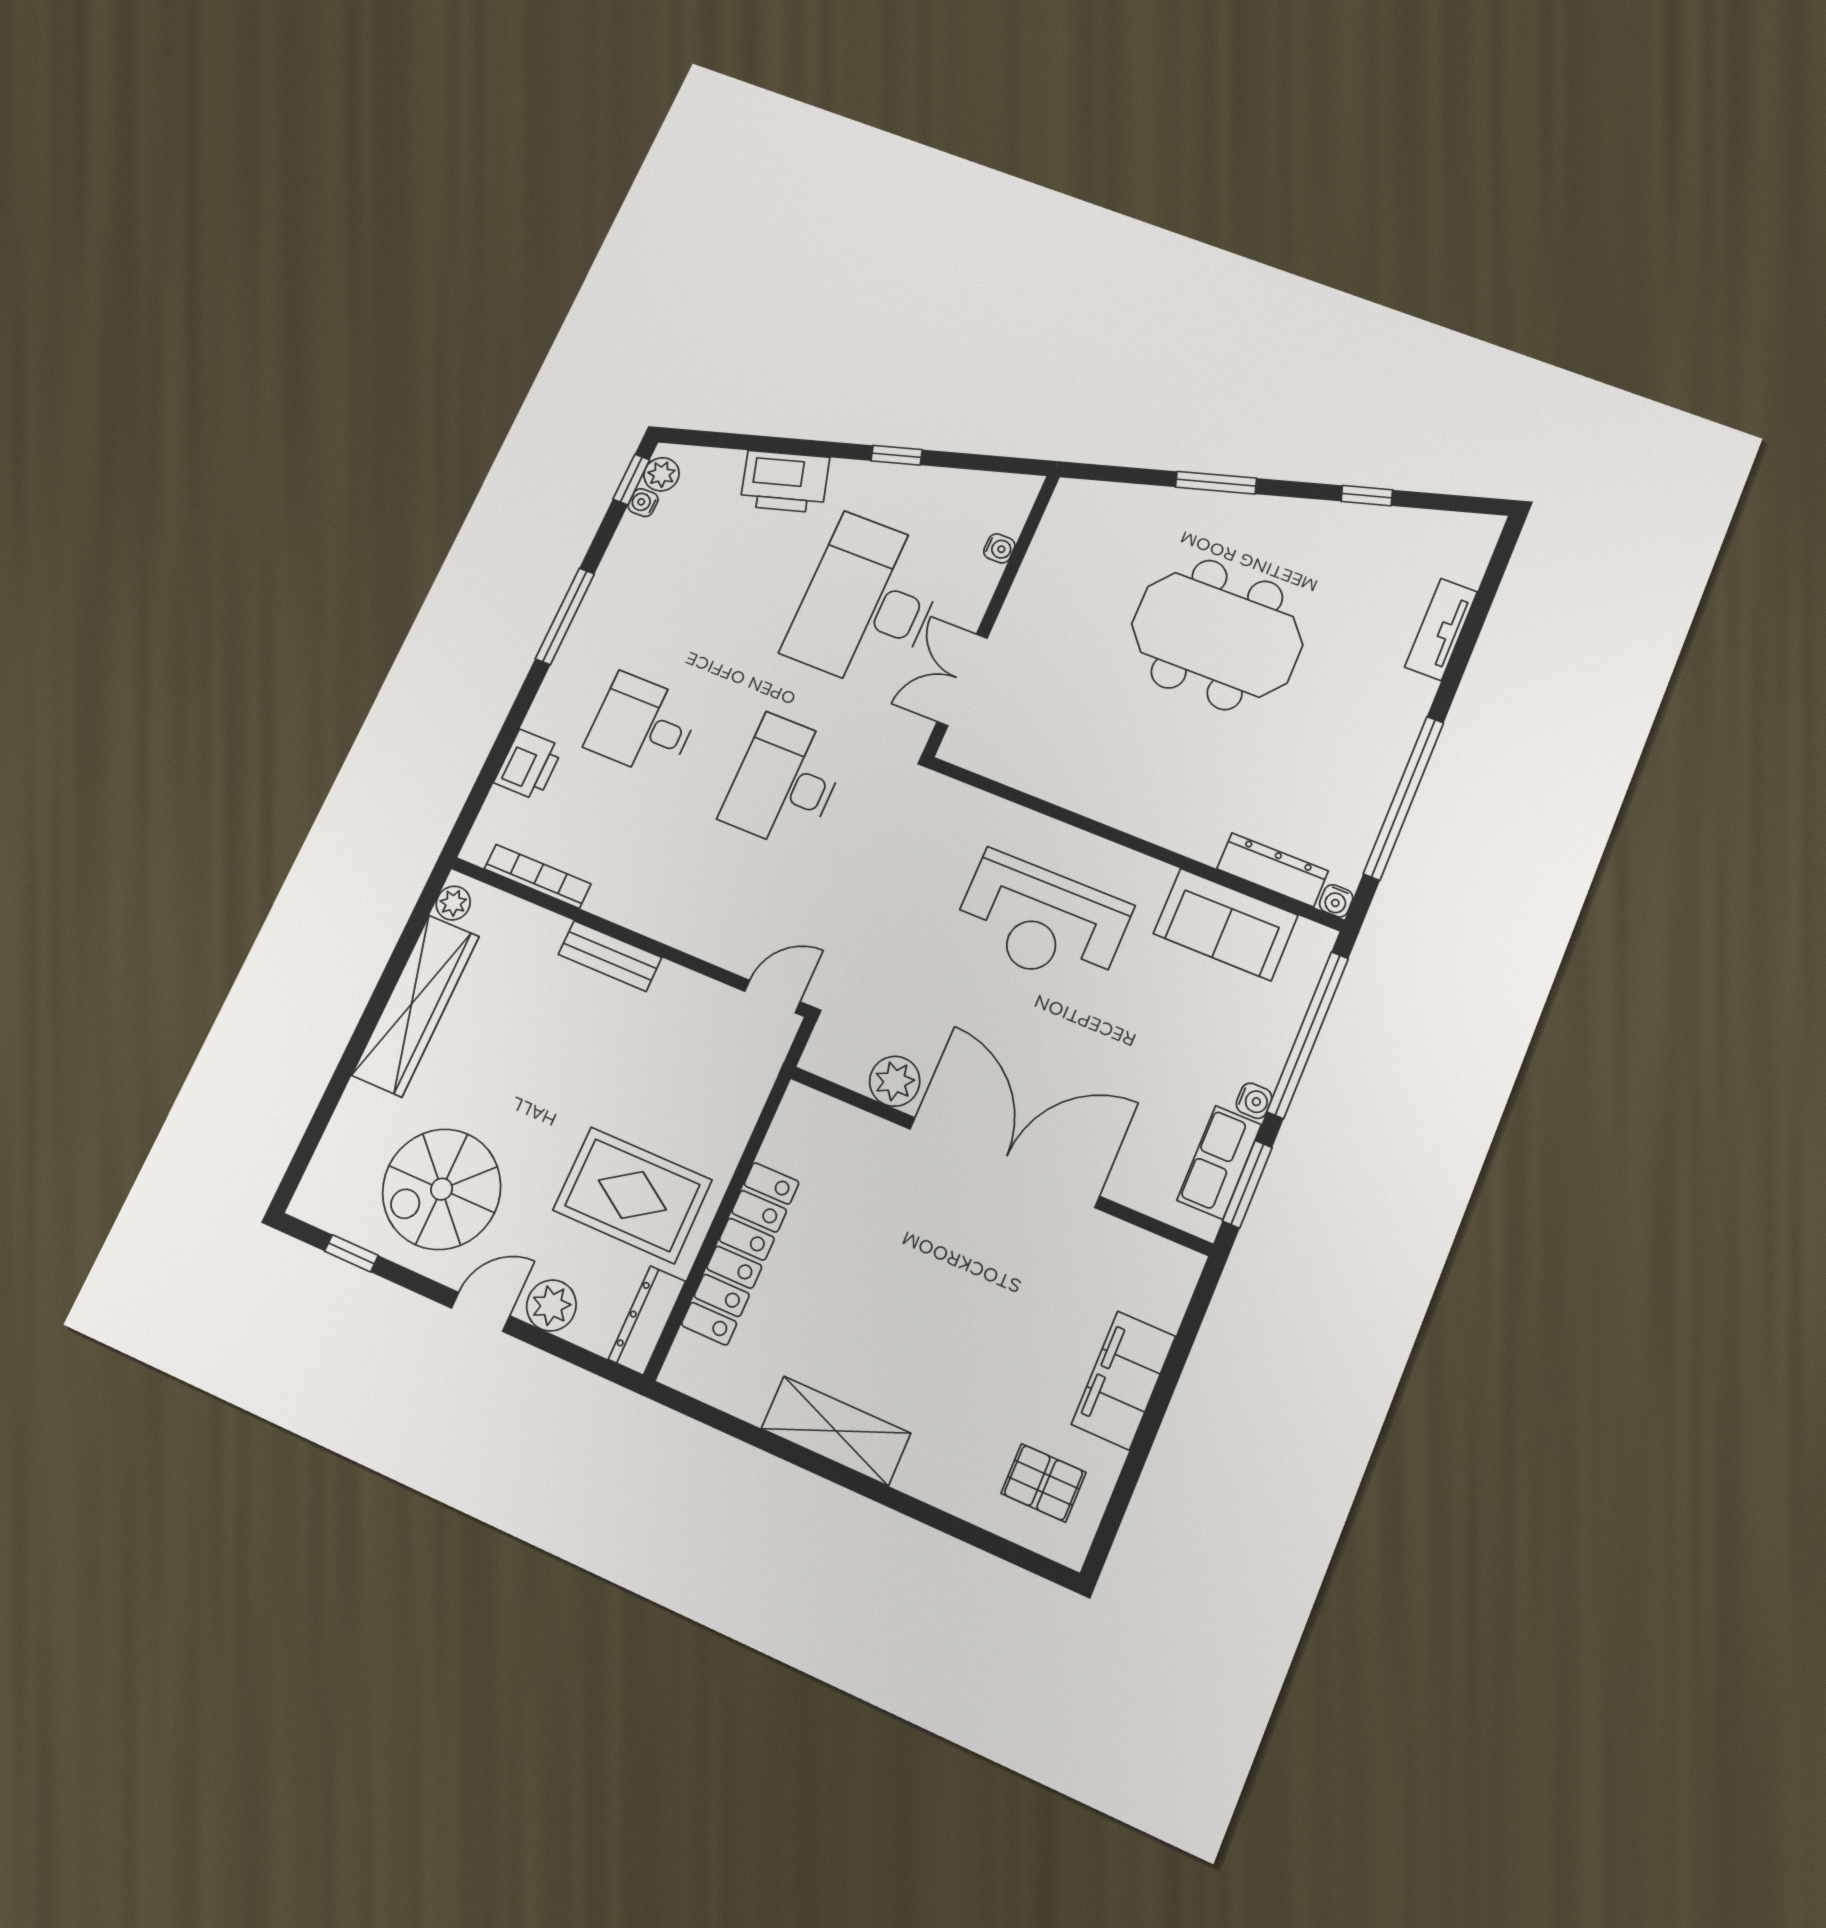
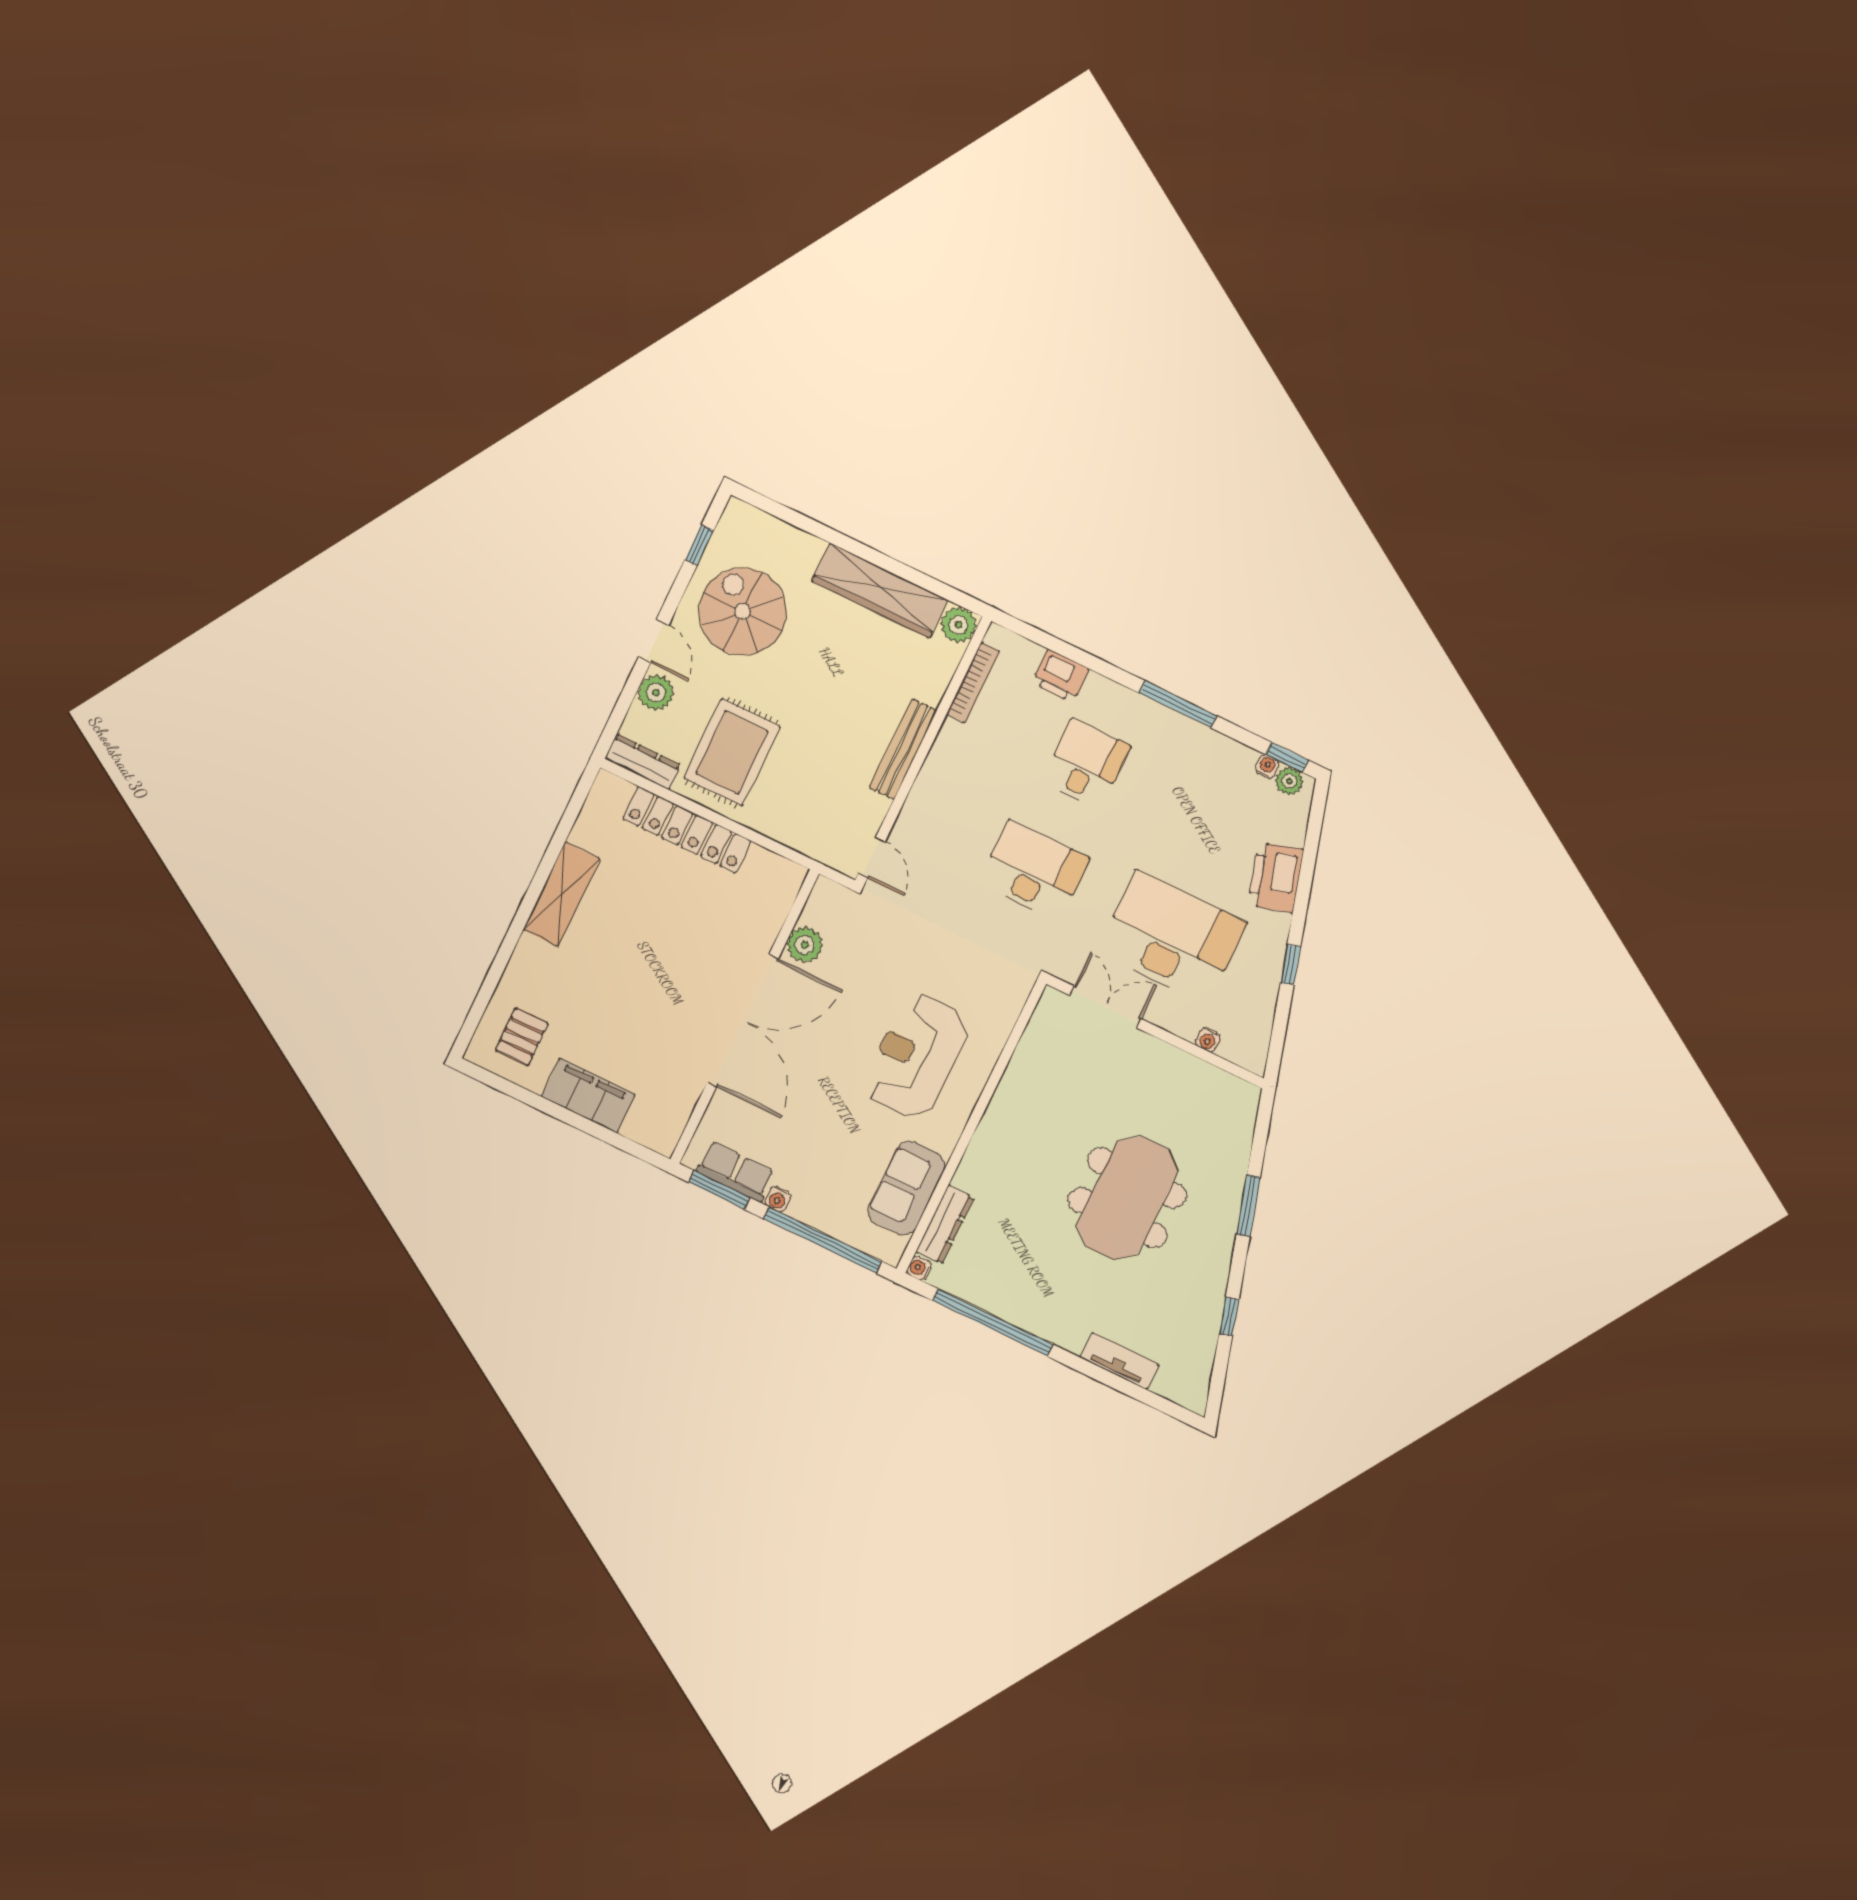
plant: (453, 903) -> (958, 625), width x1.38, depth x1.38
bench: (610, 956) -> (903, 749), width x1.36

